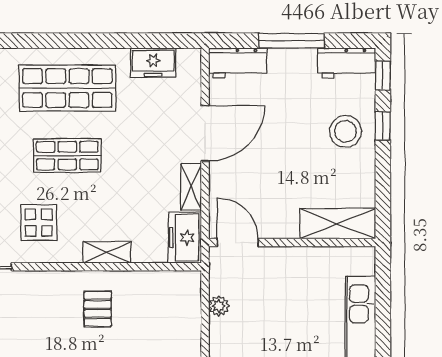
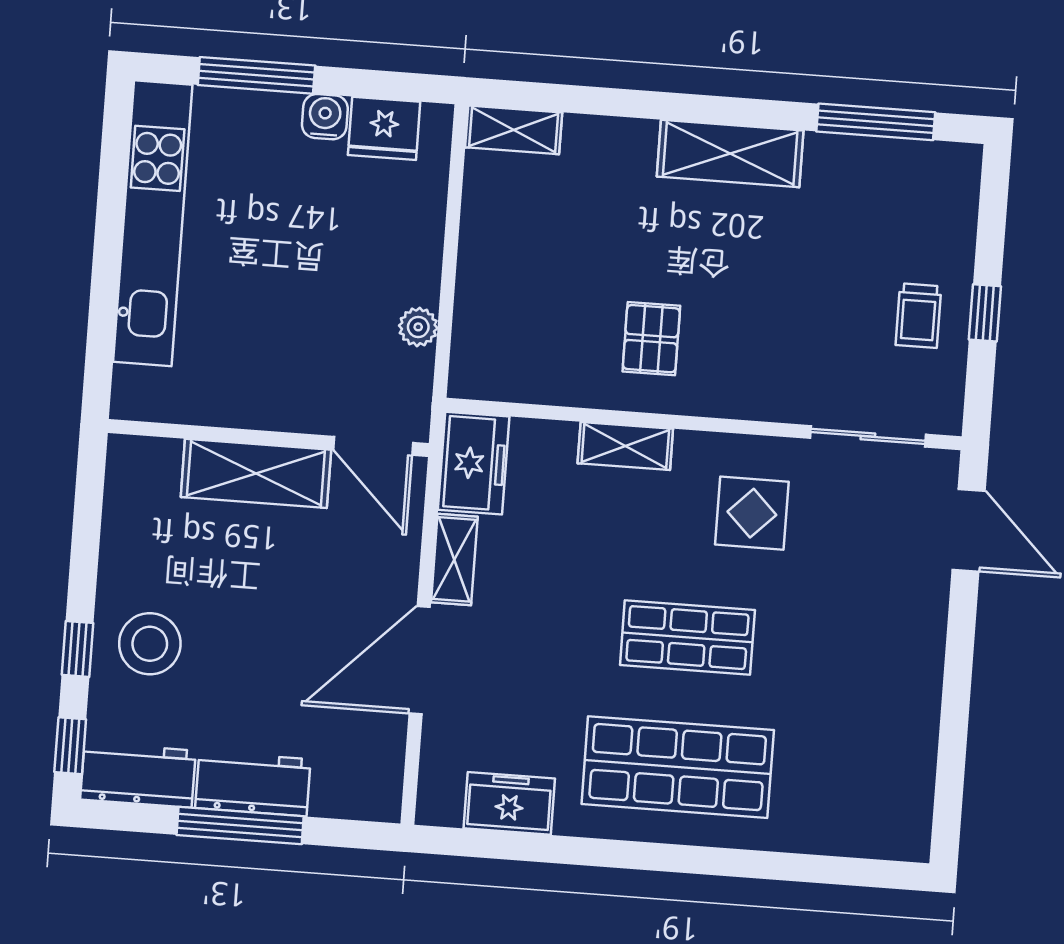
workbench: (238, 63) -> (253, 784), moved
shelving: (338, 224) -> (256, 473), moved

